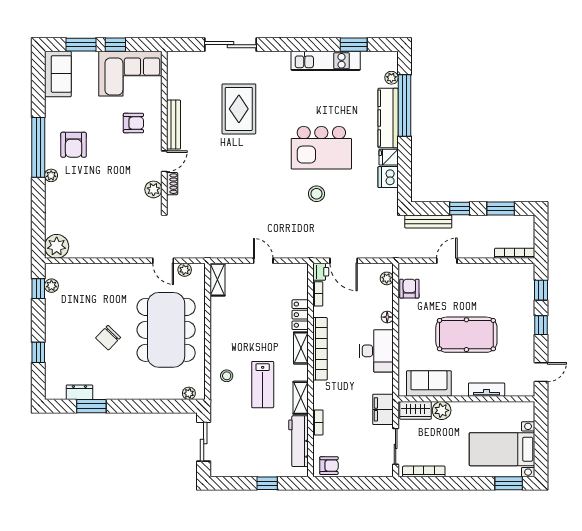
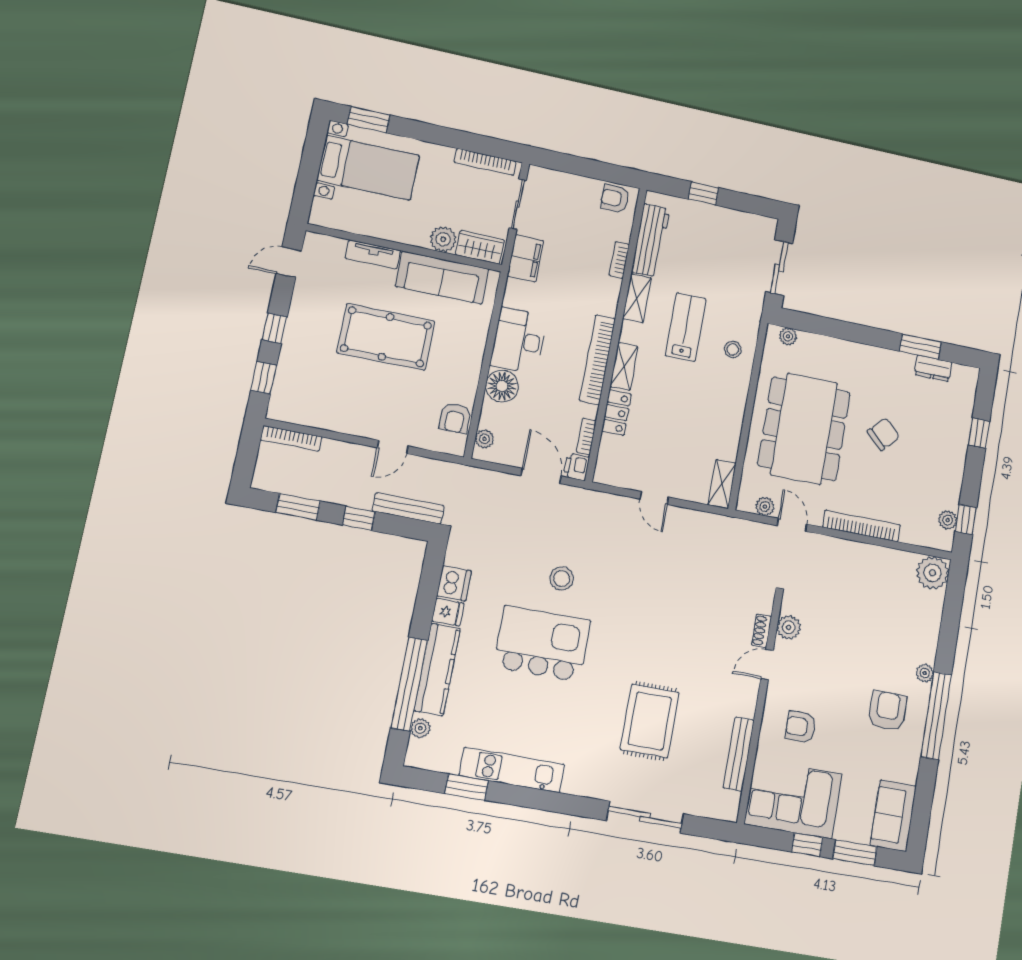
bench: (174, 125) -> (739, 754), moved
bookcase: (113, 269) -> (861, 526), added
floor lamp: (387, 317) -> (502, 386), width x1.89, depth x1.89
sofa: (429, 384) -> (442, 278), width x1.36

